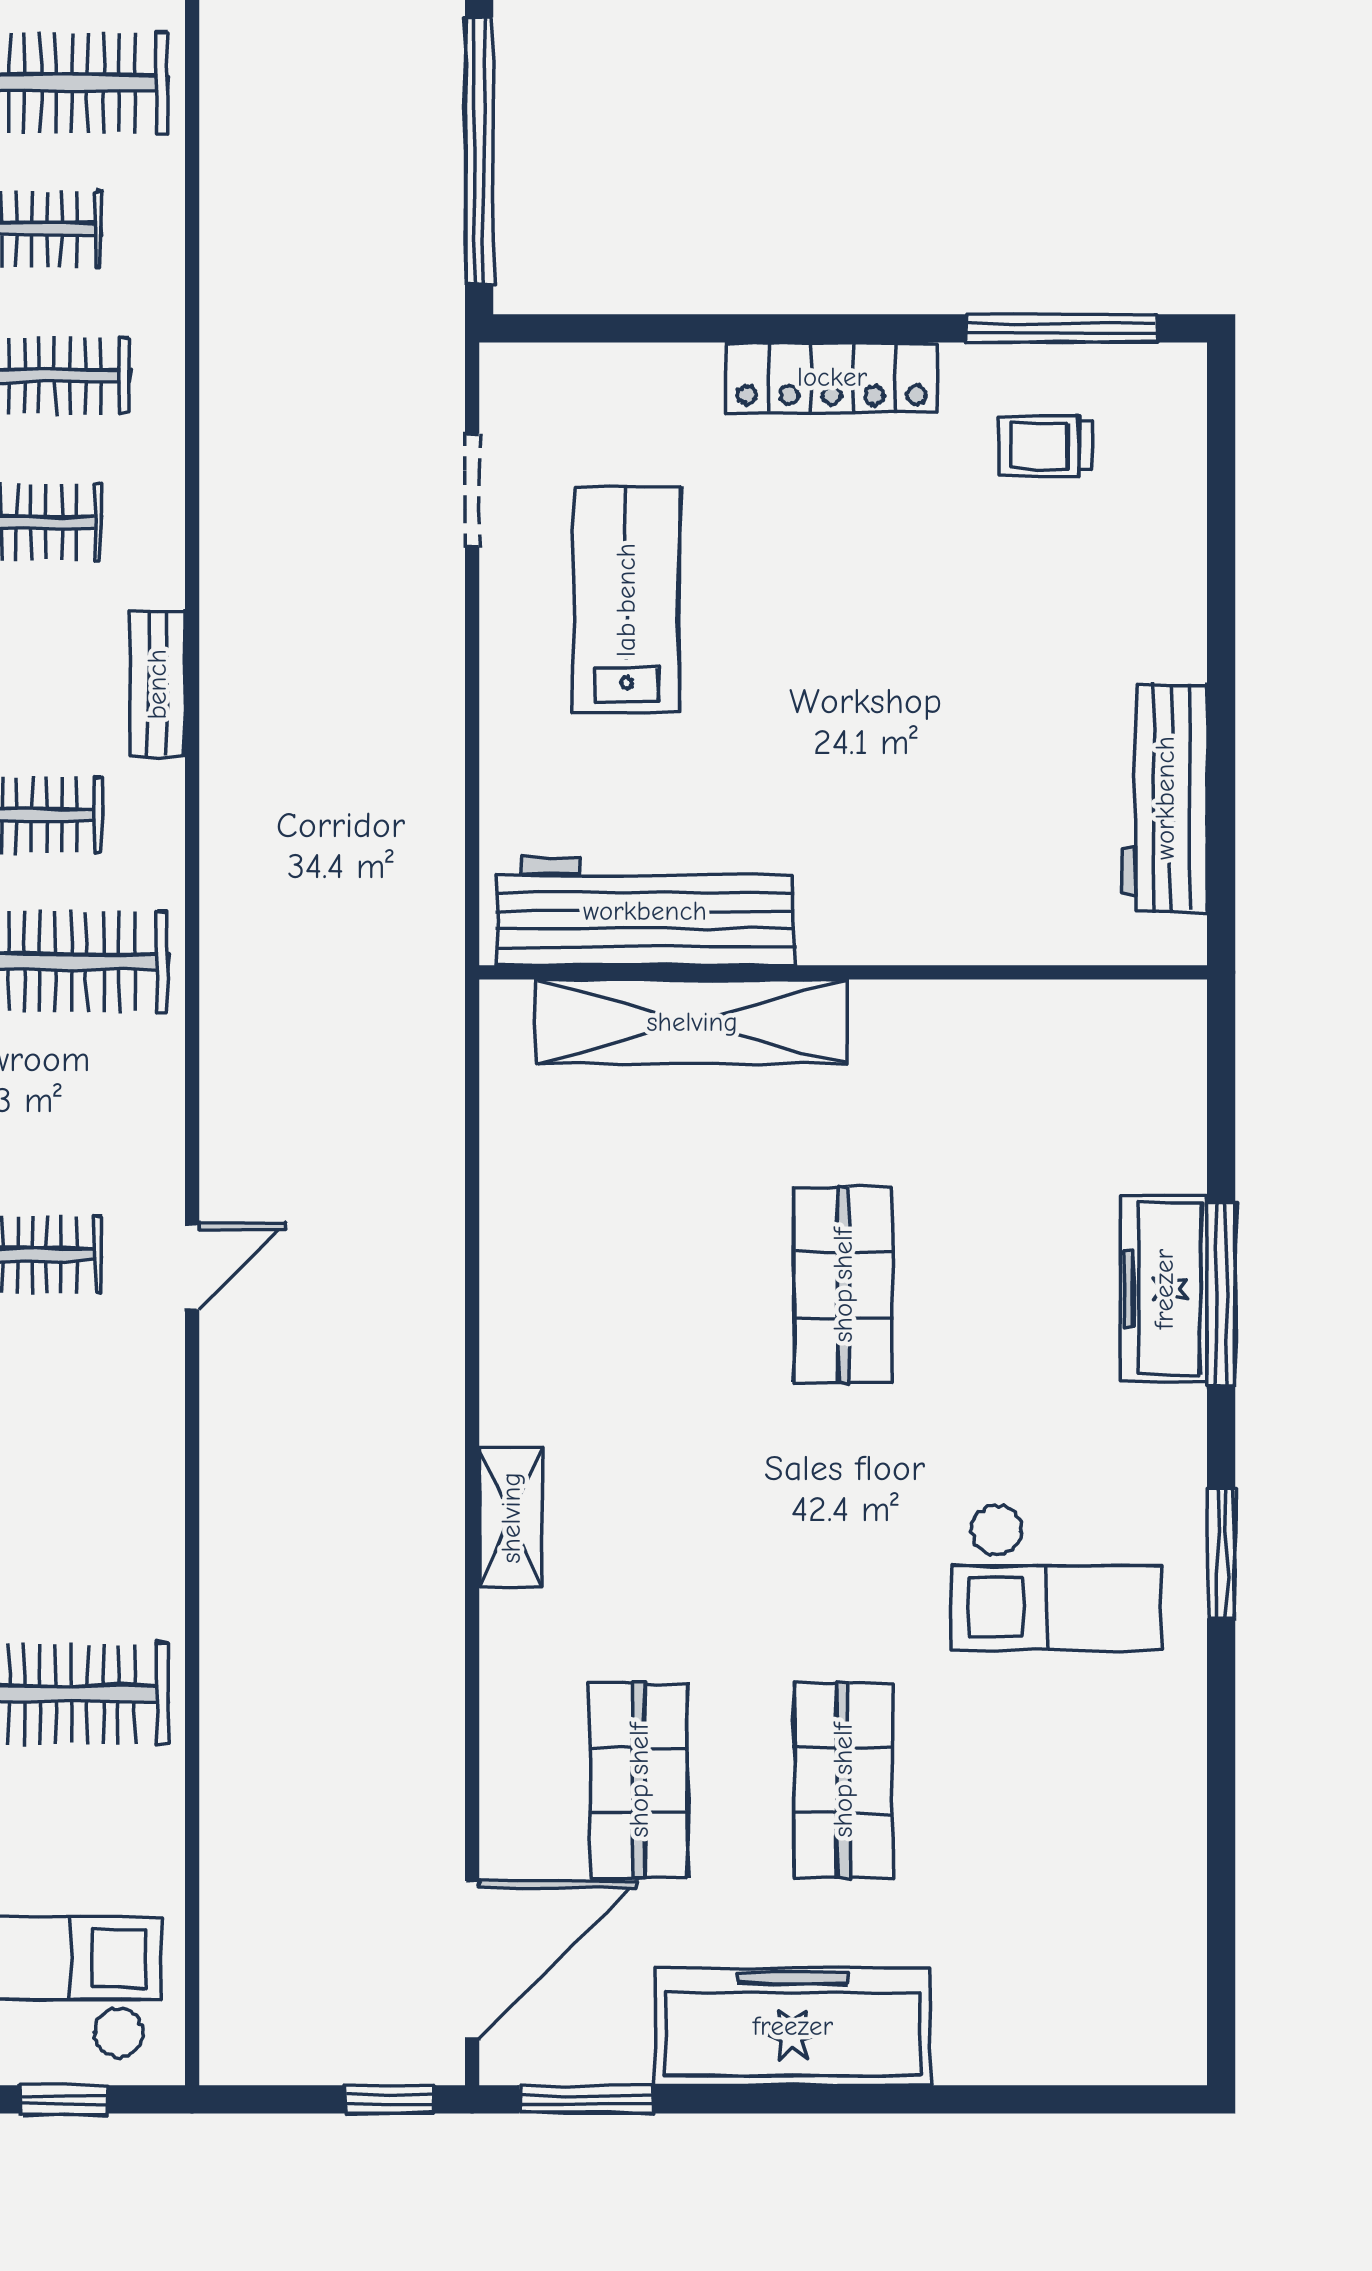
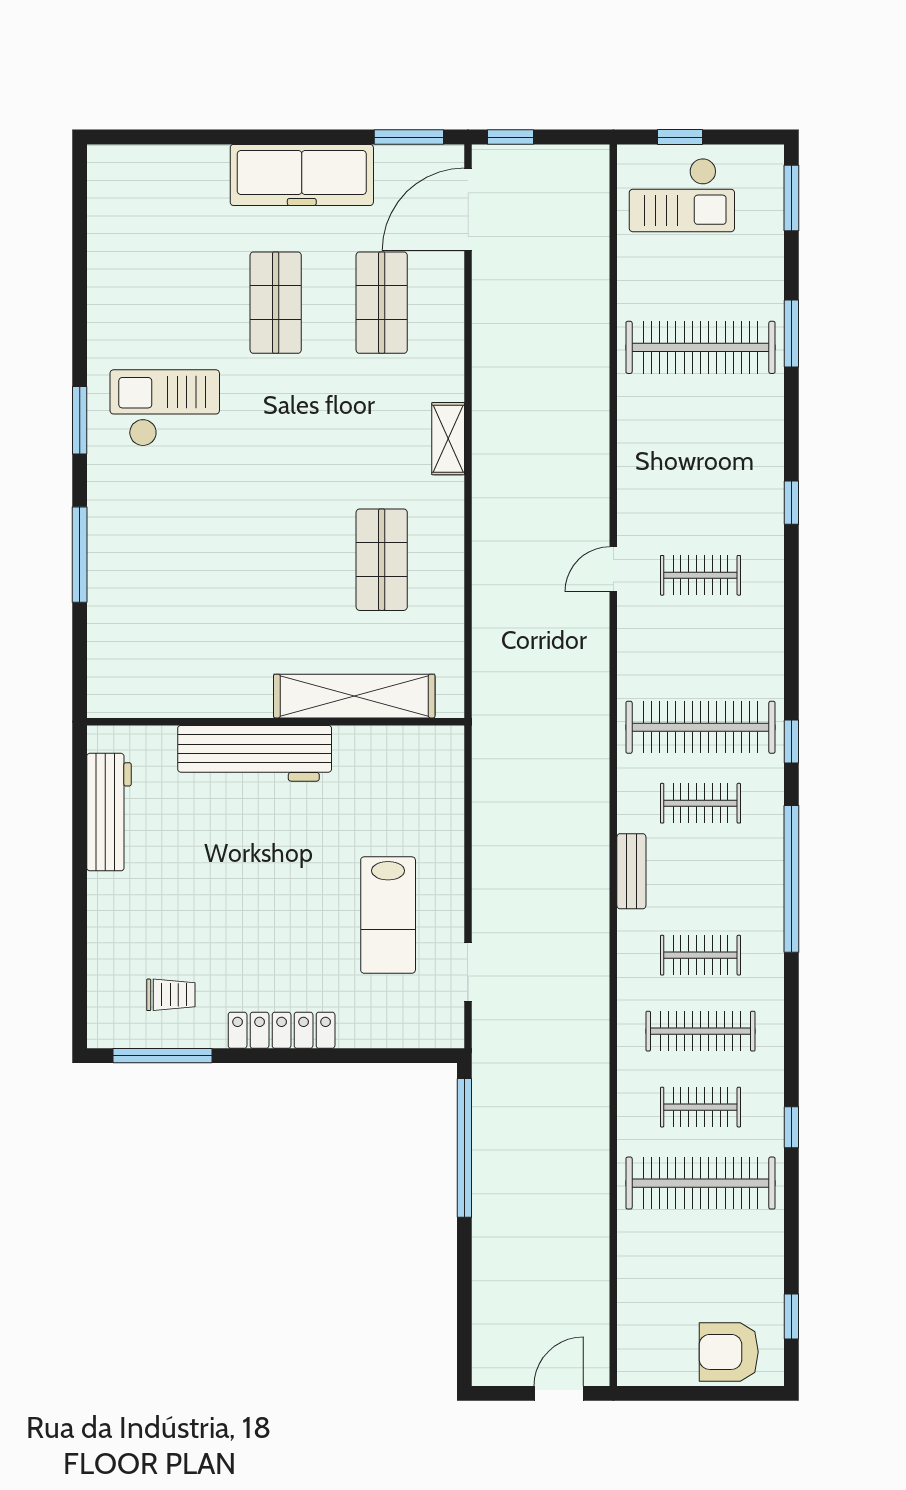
workbench: (645, 911) -> (255, 753), moved
shop shelf: (843, 1285) -> (382, 560), moved
freezer: (1164, 1289) -> (109, 557), removed

